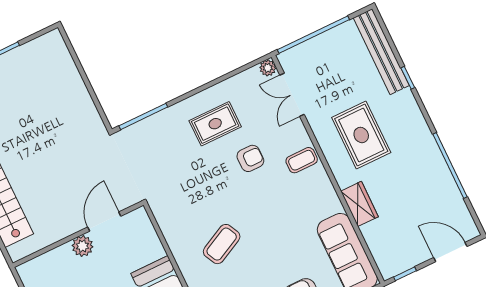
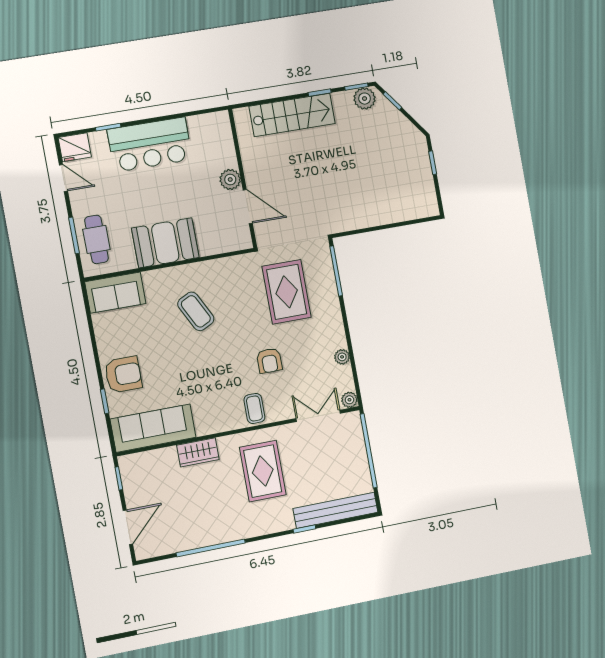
plant: (227, 87) -> (342, 357), added
rug: (215, 124) -> (287, 292), moved, width x1.36, depth x1.43
rug: (361, 135) -> (263, 471), turned 90

